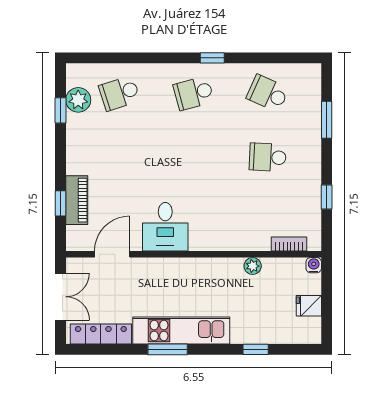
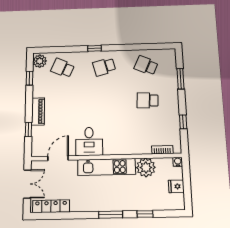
window: (212, 58) -> (95, 48), moved
school desk: (119, 93) -> (63, 68), turned 42
plant: (78, 100) -> (40, 61), moved
piano: (77, 200) -> (38, 111), moved
plant: (253, 266) -> (146, 167), width x1.87, depth x1.87
kitchen unit: (181, 330) -> (106, 167), moved, turned 180
window: (168, 349) -> (111, 215), moved

